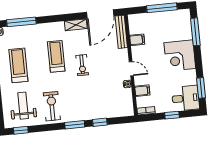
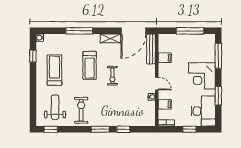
window: (21, 22) -> (79, 31), moved
treadmill: (56, 56) -> (90, 65), turned 180
window: (201, 88) -> (218, 96), moved
desk: (186, 98) -> (203, 111), width x1.37

